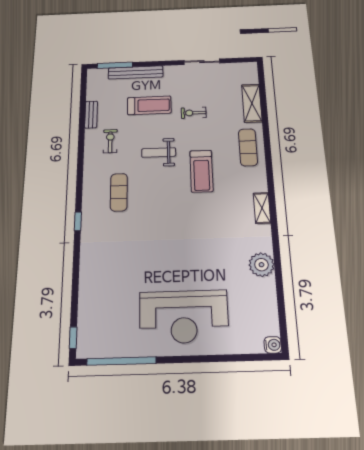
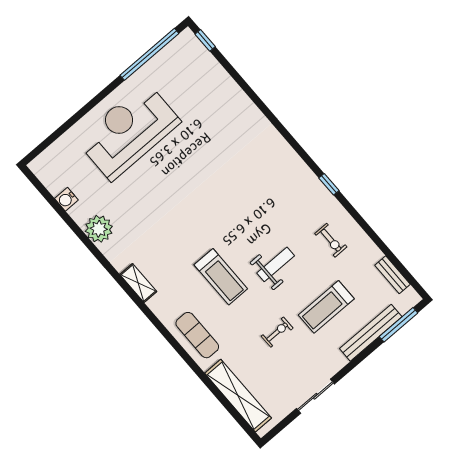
shelving: (252, 103) -> (238, 396), width x1.47
bench: (91, 115) -> (392, 275), moved
treadmill: (201, 171) -> (221, 277), turned 180
exercise mat: (119, 192) -> (278, 196), removed
window: (78, 221) -> (329, 184), moved
water cooler: (273, 345) -> (66, 199), moved

